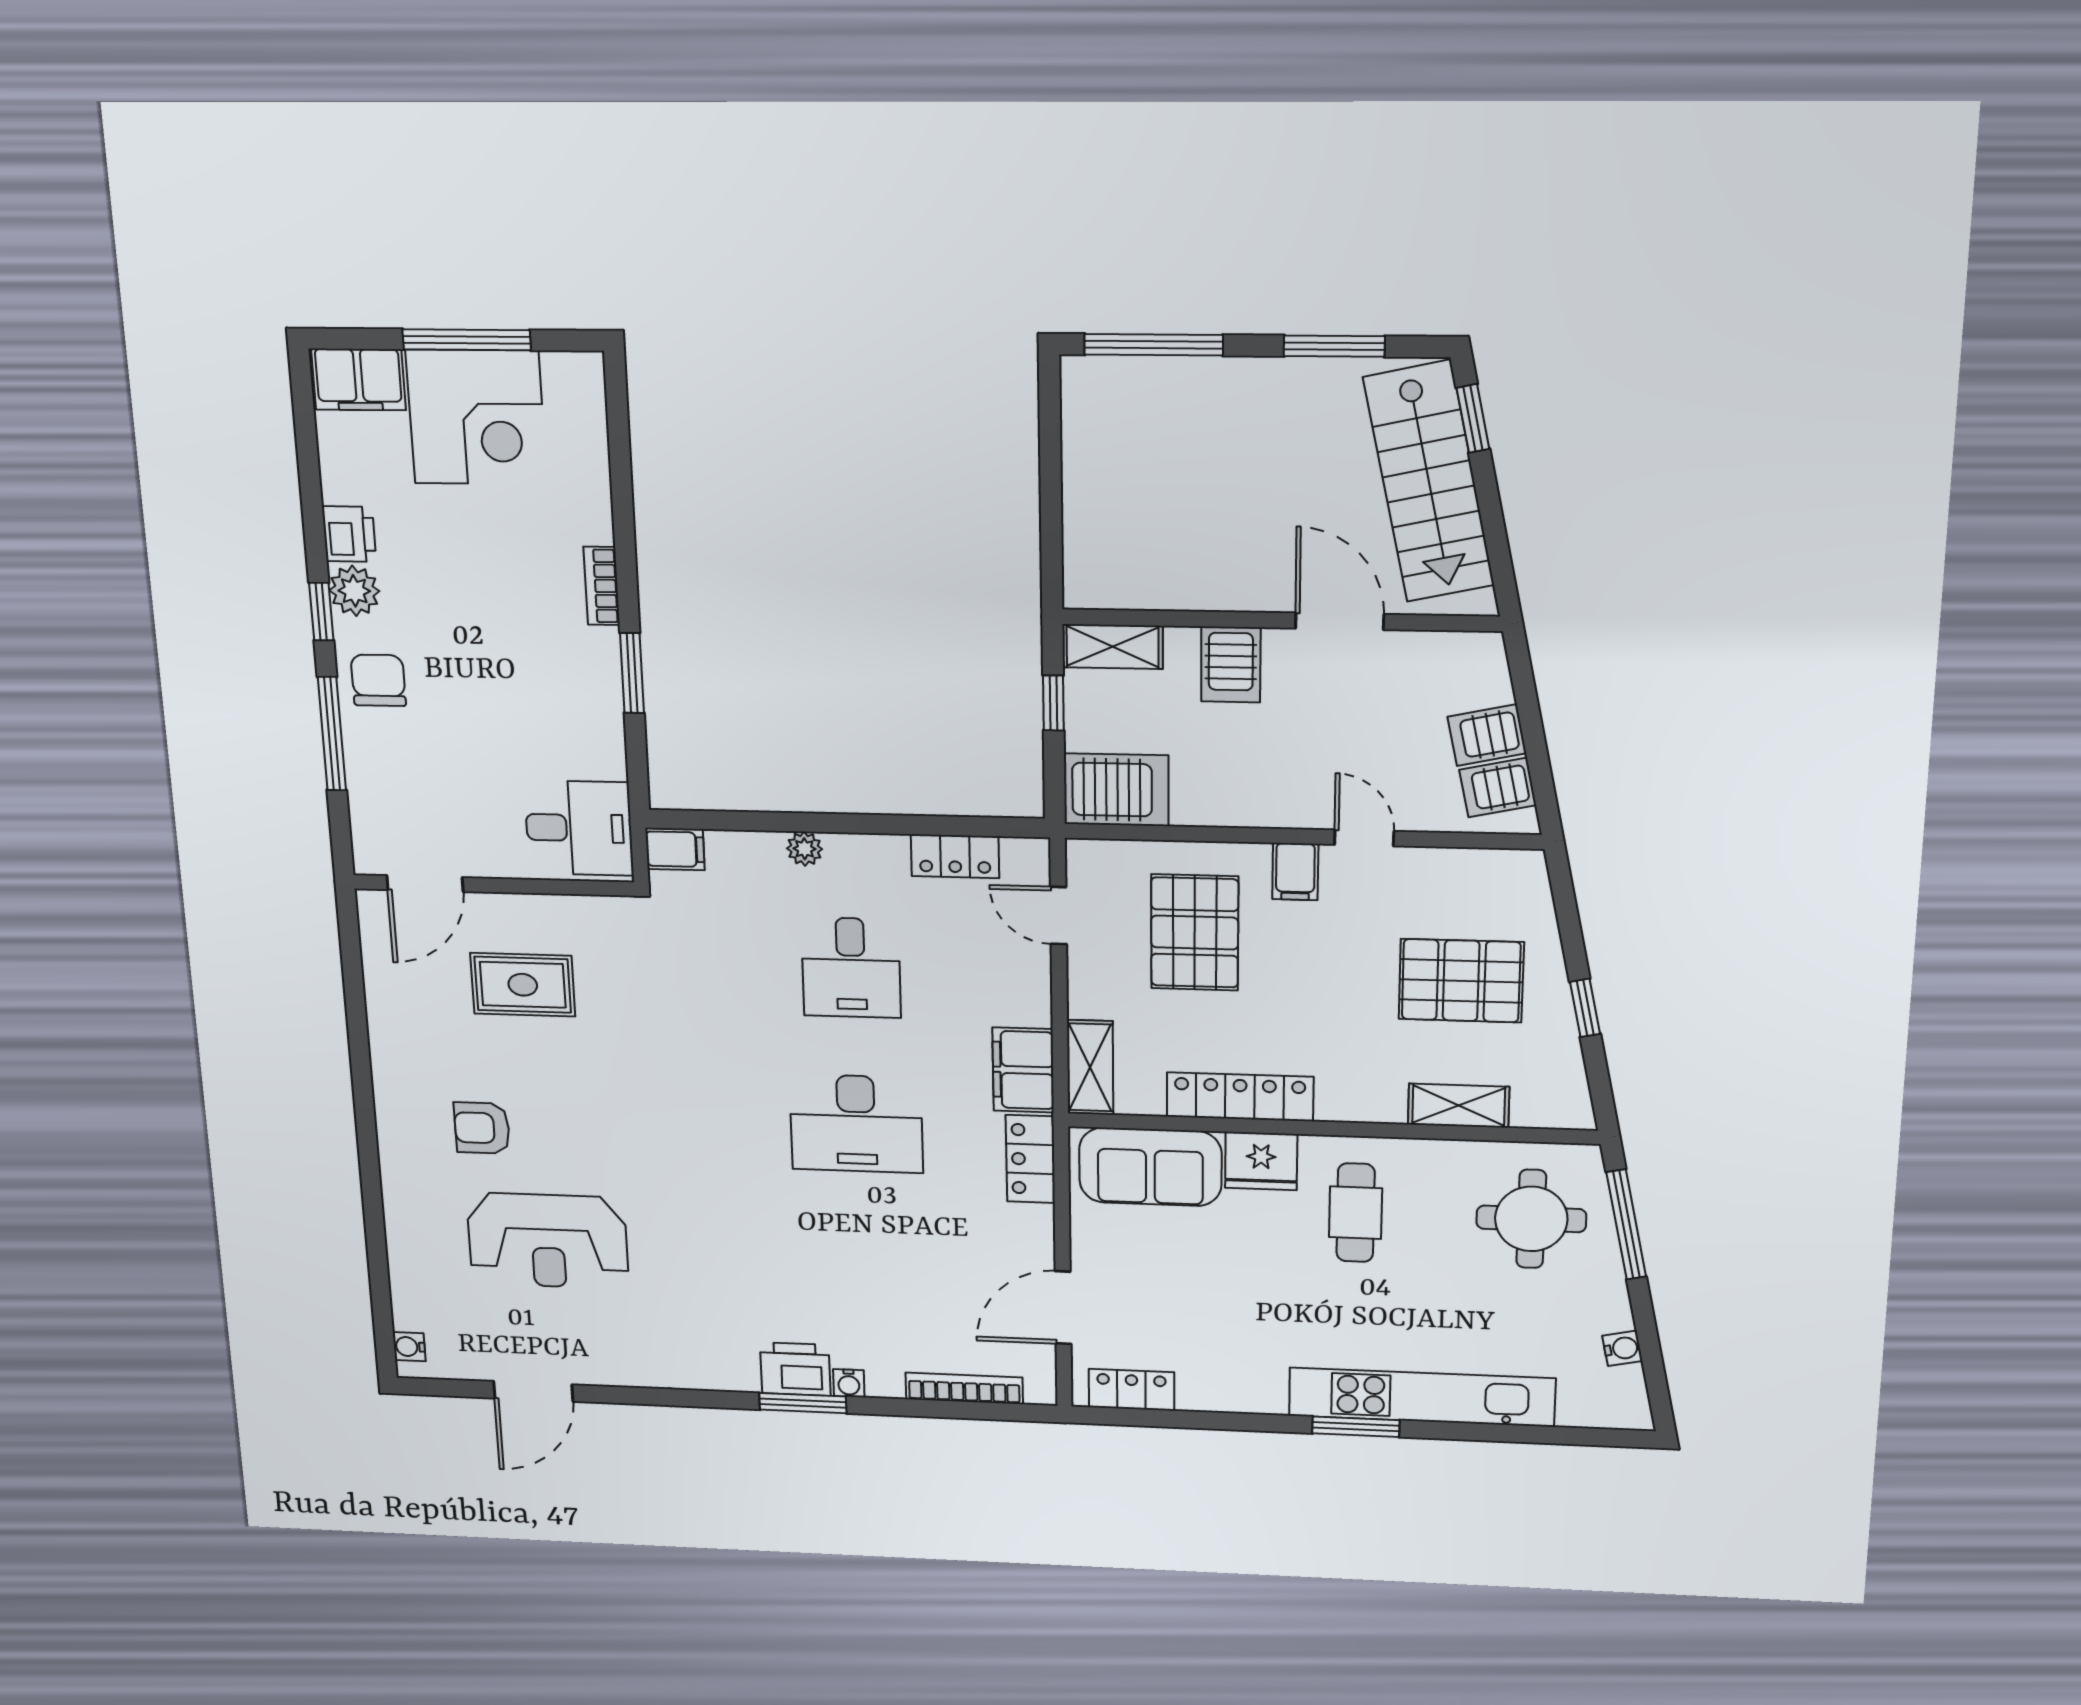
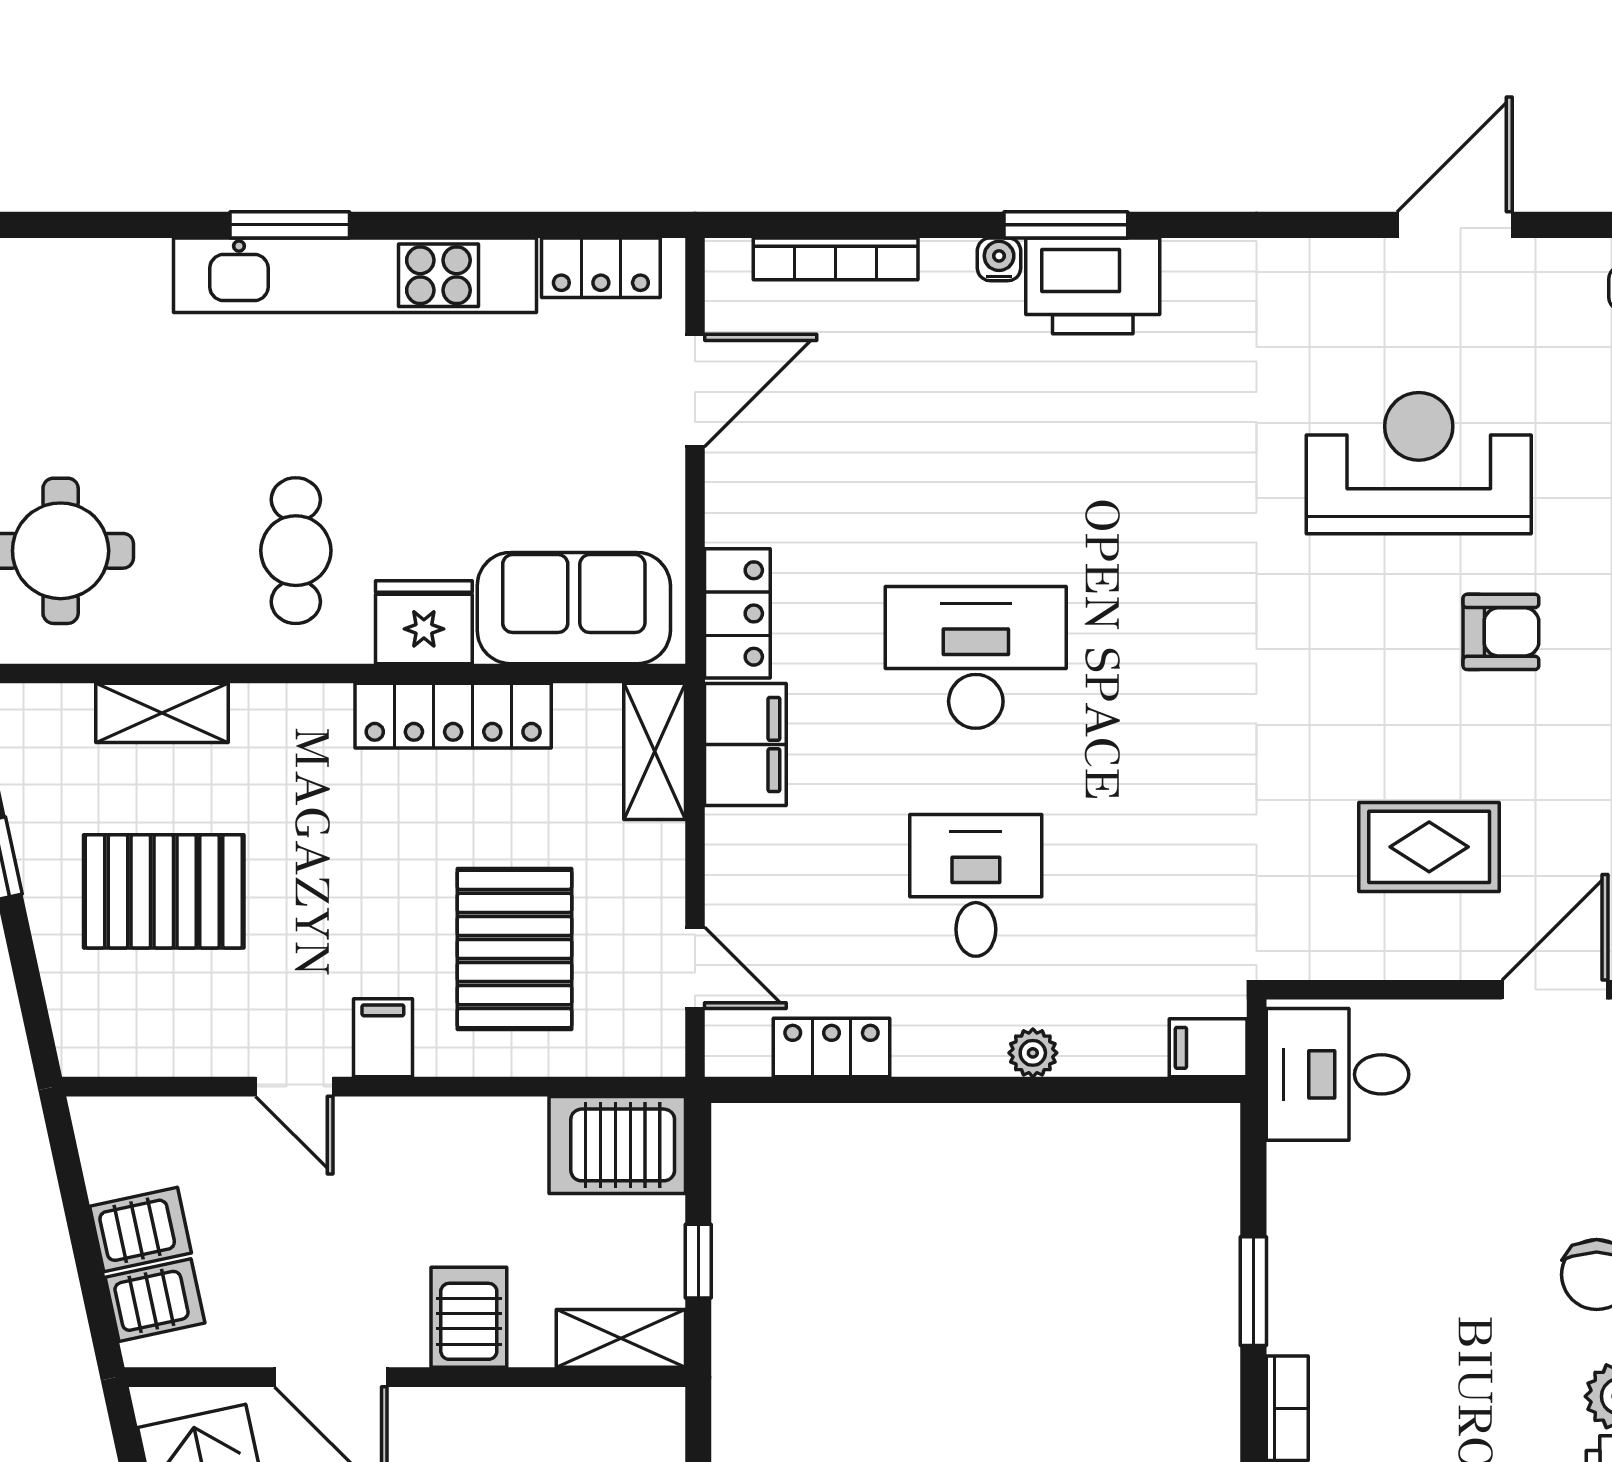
server rack: (1498, 787) -> (155, 1300), moved
printer: (795, 1369) -> (1093, 286), width x1.37, depth x1.19
kitchen unit: (1422, 1397) -> (355, 275), moved

